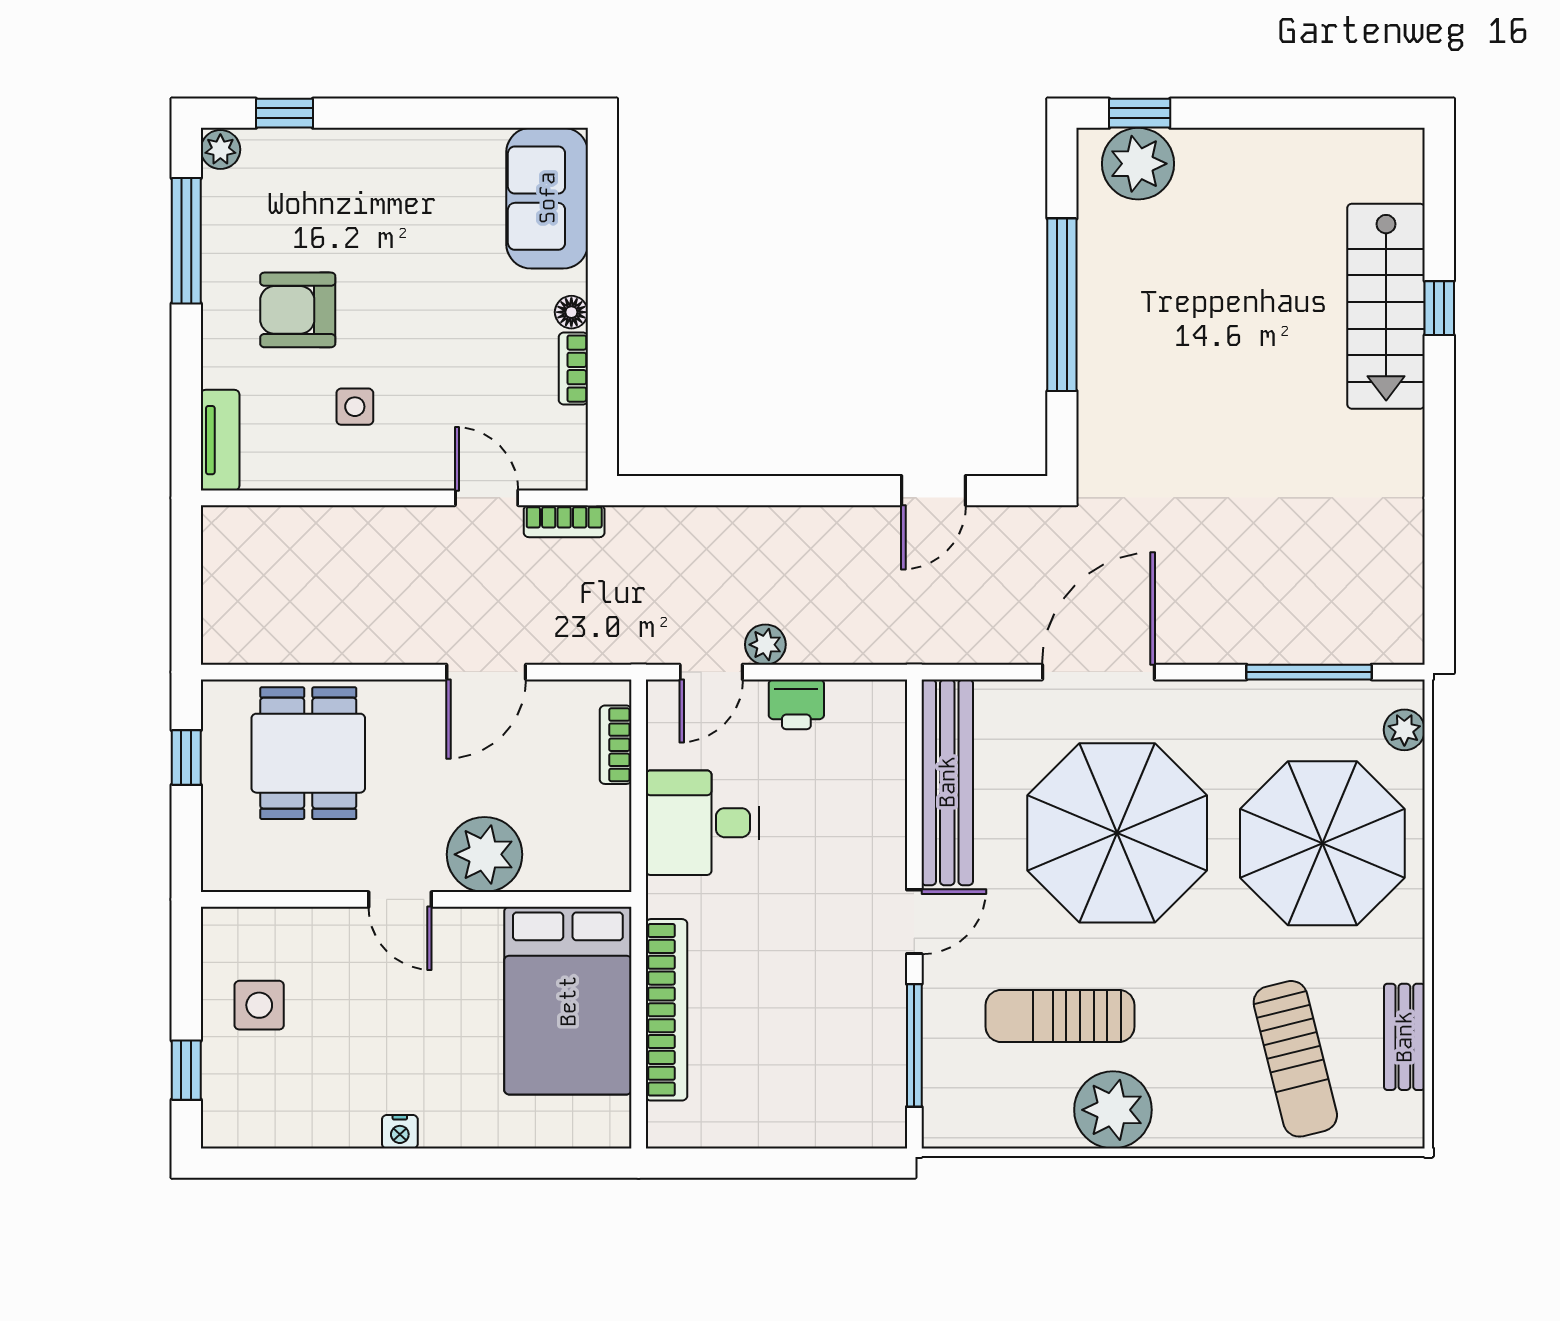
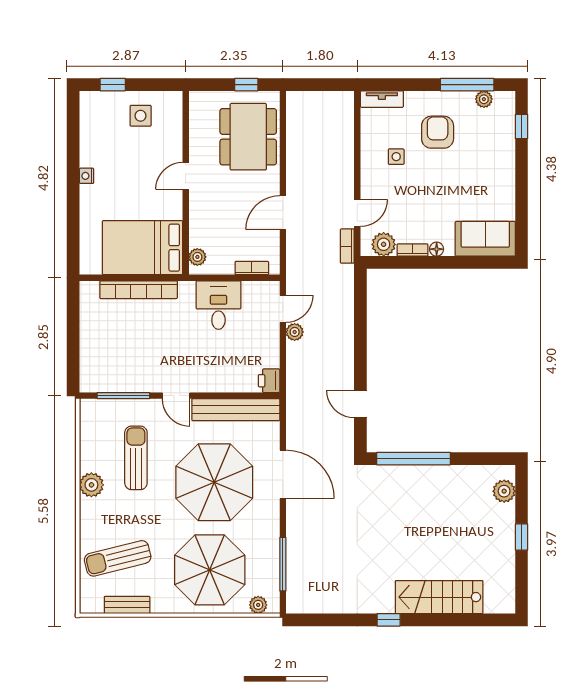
window: (1140, 113) -> (522, 537), moved
plant: (220, 149) -> (484, 99), moved
plant: (1138, 164) -> (504, 491), width x0.73, depth x0.73
window: (1062, 305) -> (414, 459), moved
window: (1439, 308) -> (389, 620), moved
plant: (560, 436) -> (384, 244), added
door: (486, 672) -> (283, 213), hinge flipped
door: (711, 672) -> (283, 309), swing flipped
printer: (796, 704) -> (269, 381), moved
dining table: (308, 753) -> (248, 137), width x1.38
plant: (485, 854) -> (197, 257), moved, width x0.53, depth x0.53
plant: (1113, 1110) -> (91, 485), width x0.73, depth x0.73

